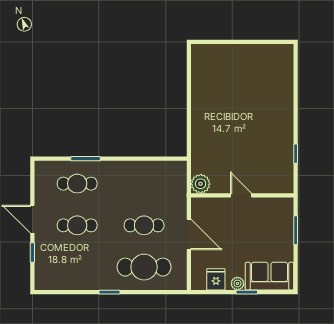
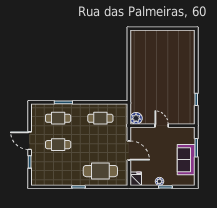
cafe table: (144, 225) -> (100, 118), moved
sofa: (270, 276) -> (186, 160), moved, turned -90
fridge: (216, 279) -> (136, 179), moved

